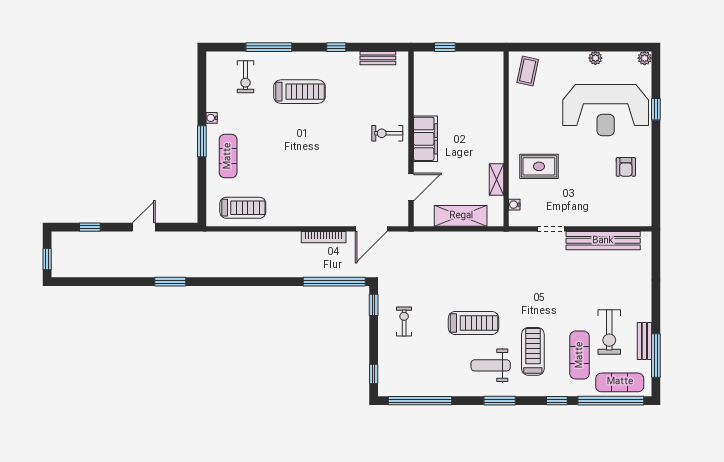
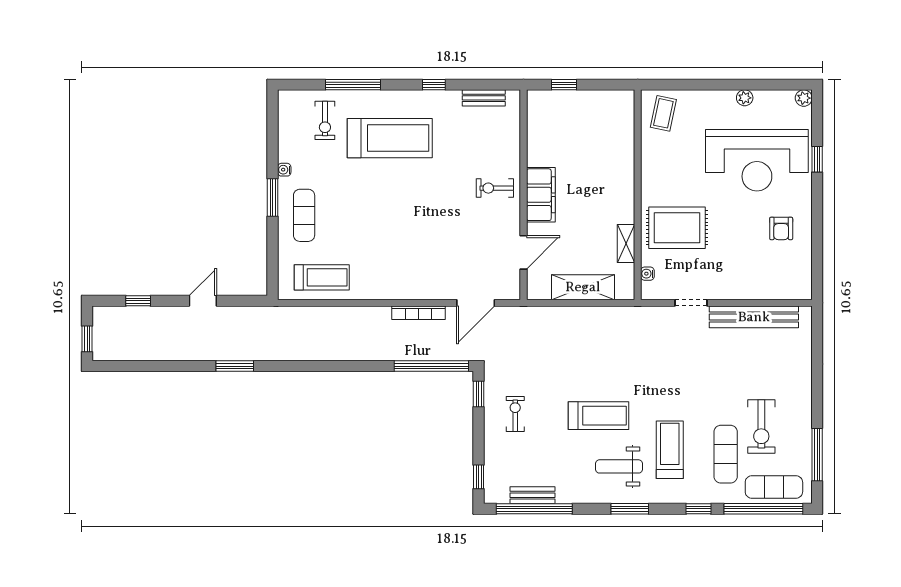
treadmill: (299, 92) -> (390, 138), width x1.37, depth x1.38
rug: (539, 166) -> (677, 228), width x1.36, depth x1.43
bench: (644, 341) -> (532, 495), moved, turned 90

